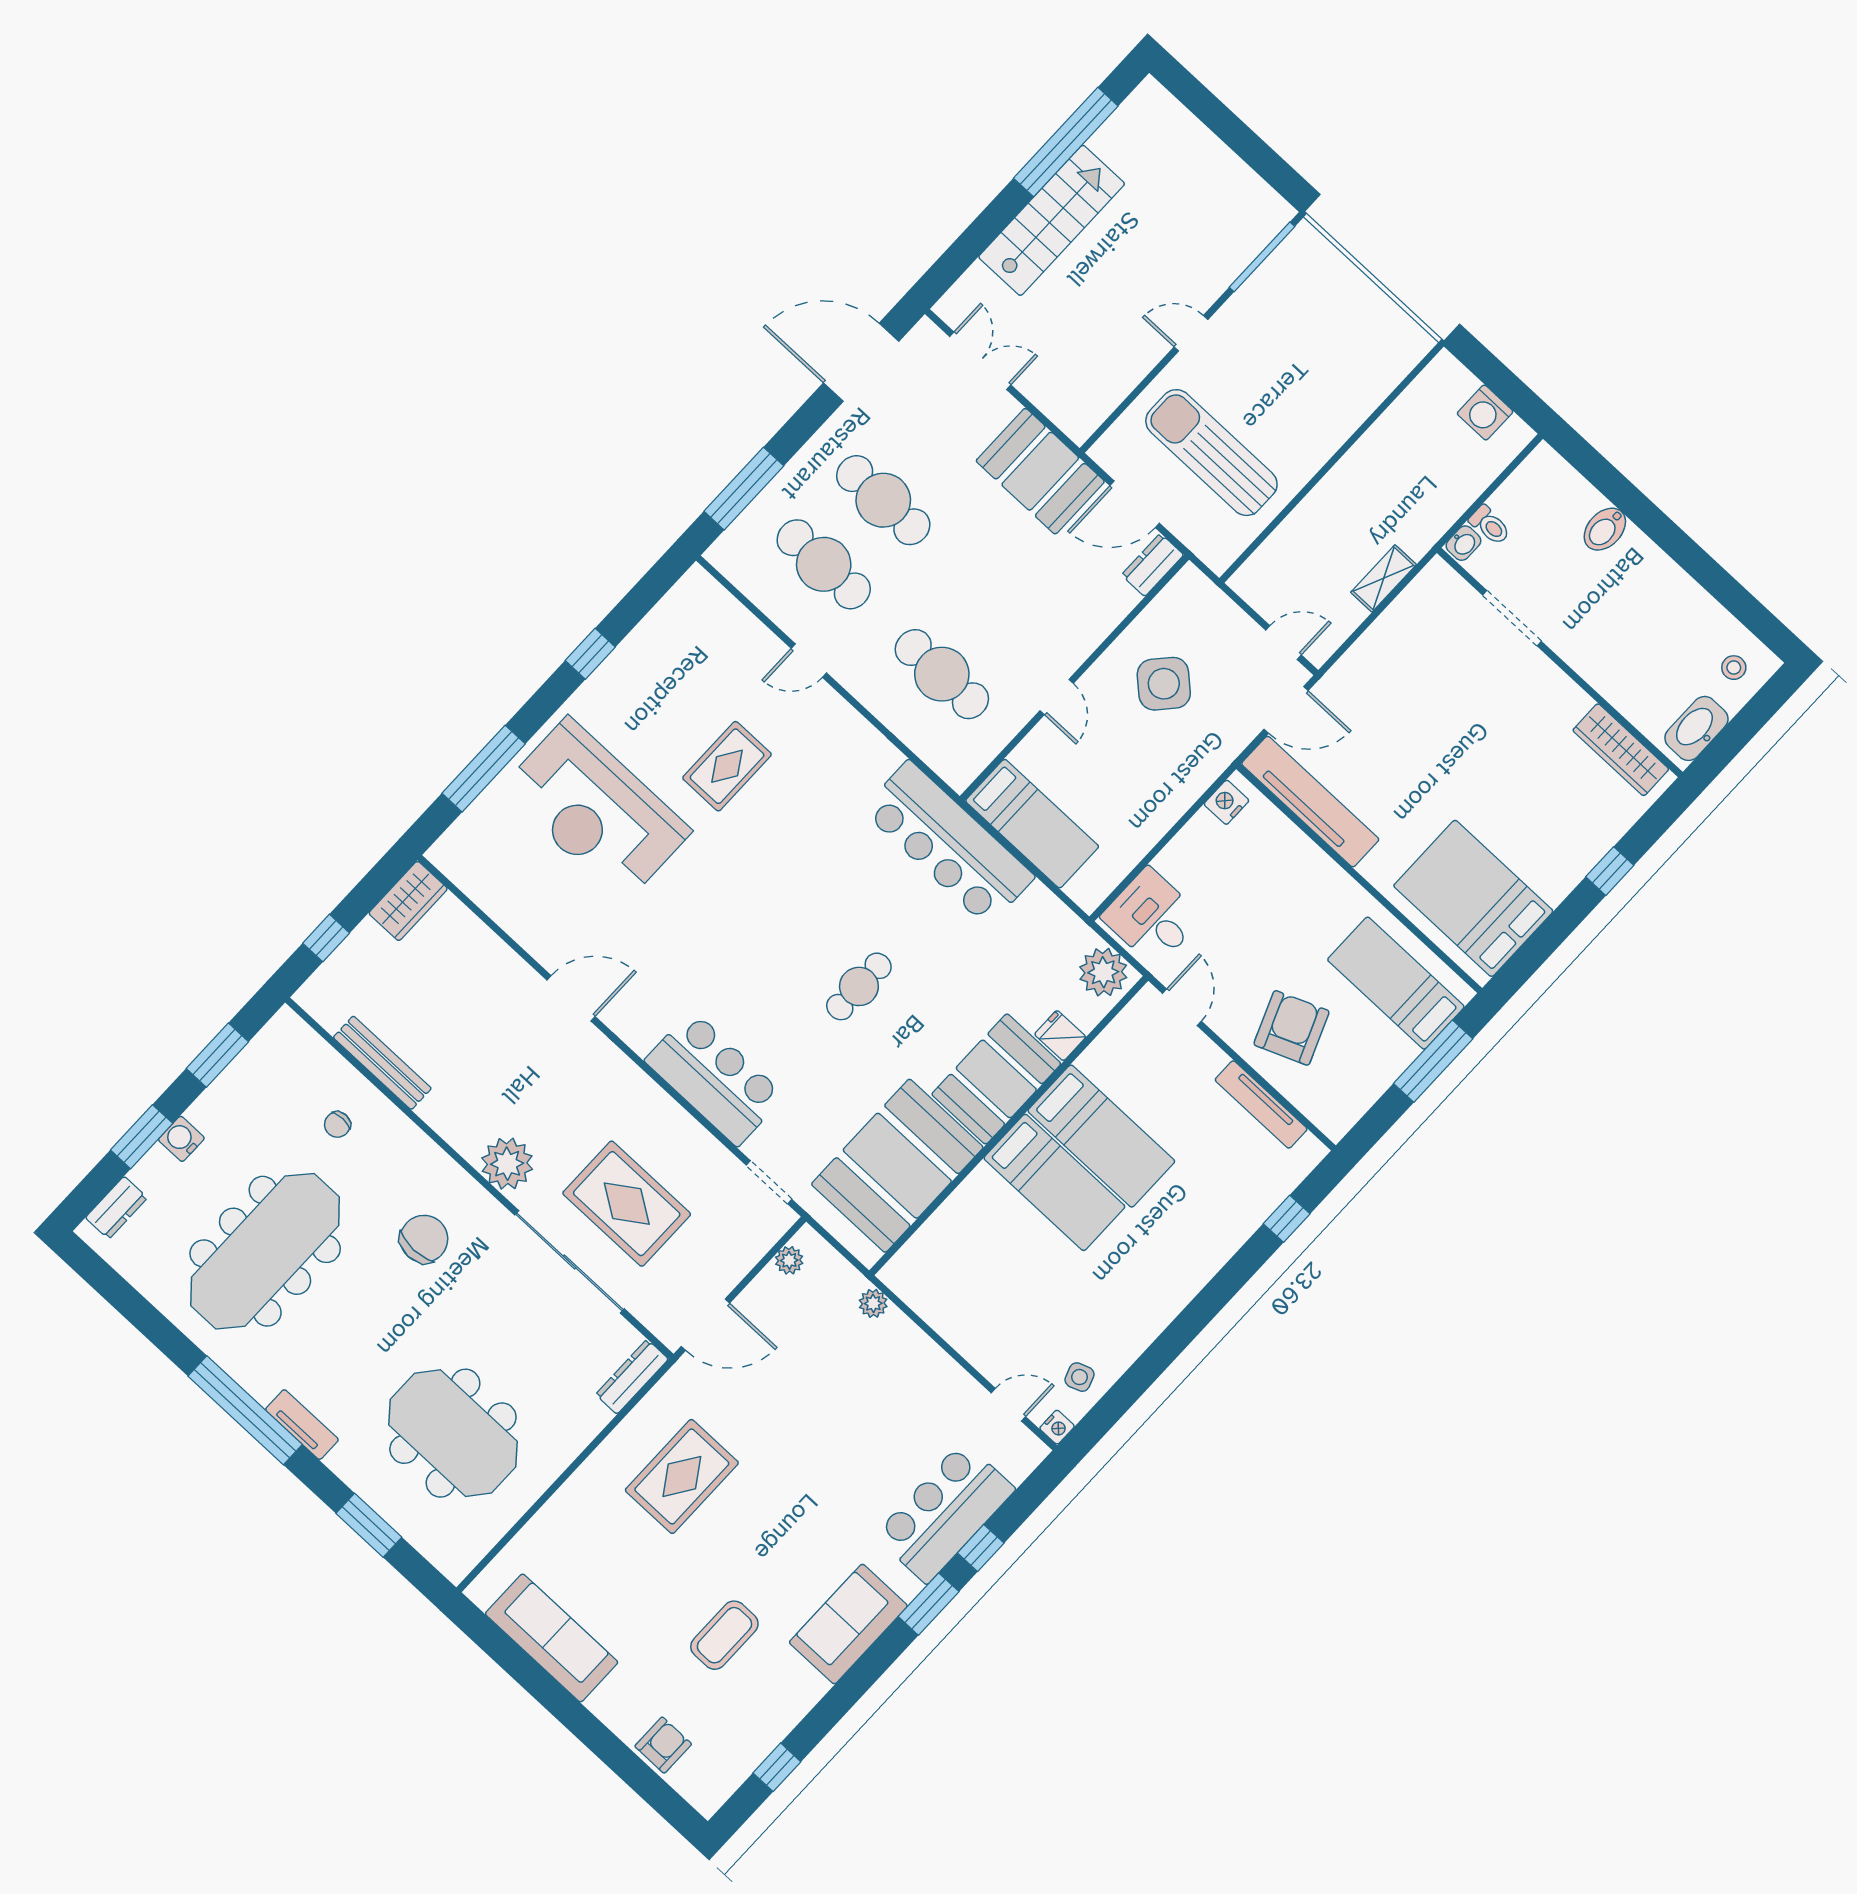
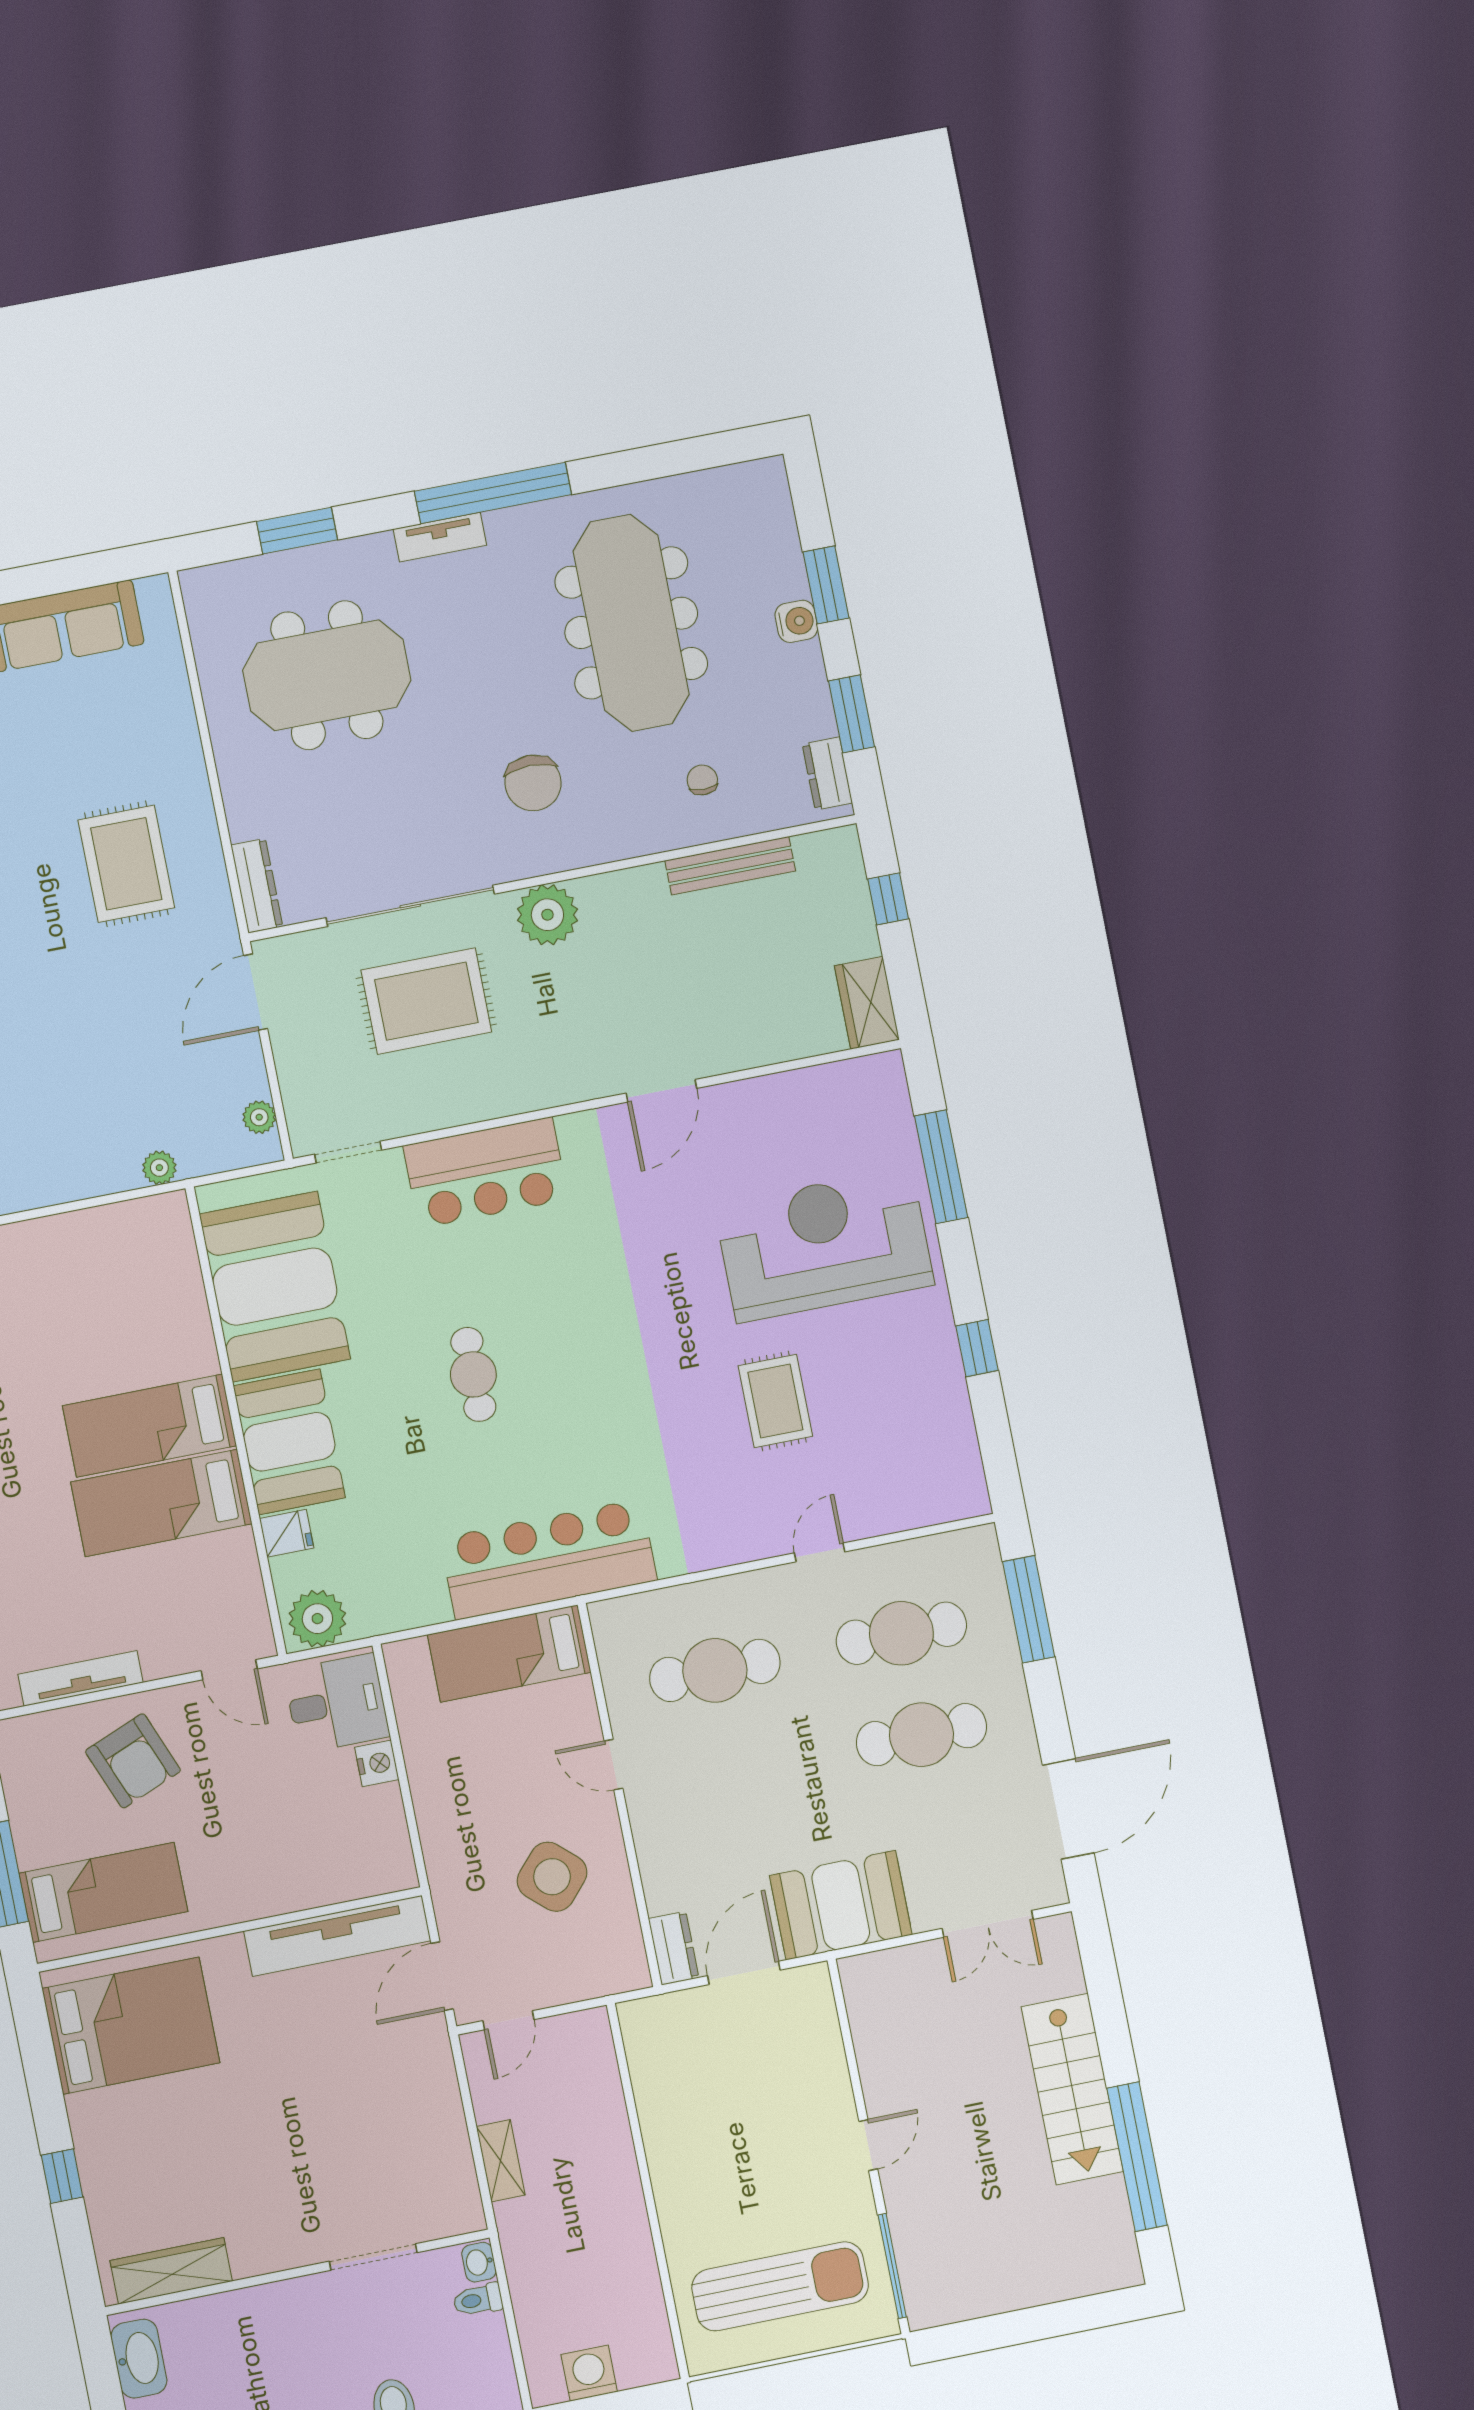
sun lounger: (1211, 453) -> (780, 2286), moved
nightstand: (1226, 802) -> (377, 1763), moved
dresser: (116, 1208) -> (827, 774), moved

